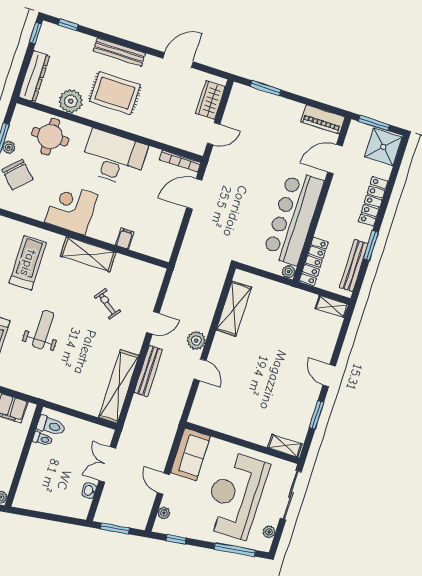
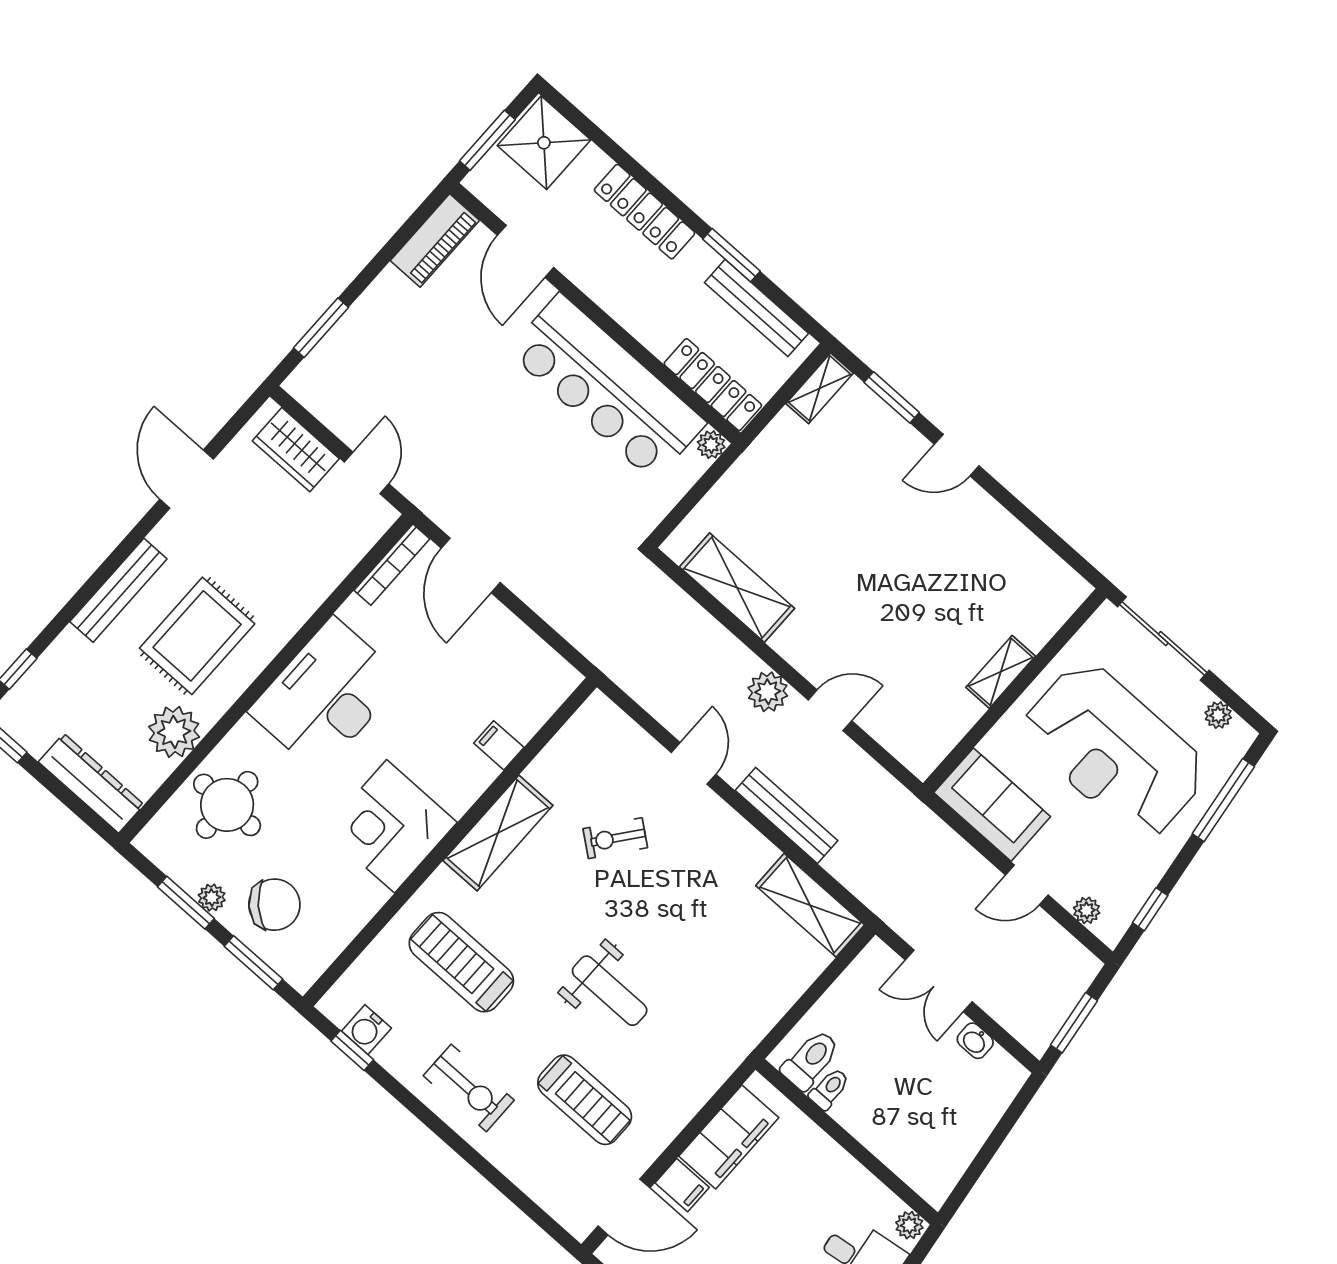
weight bench: (43, 330) -> (610, 991), turned 180
shelving: (119, 386) -> (810, 905), width x0.68
window: (317, 415) -> (892, 397), moved
shelving: (285, 446) -> (1001, 672), moved

